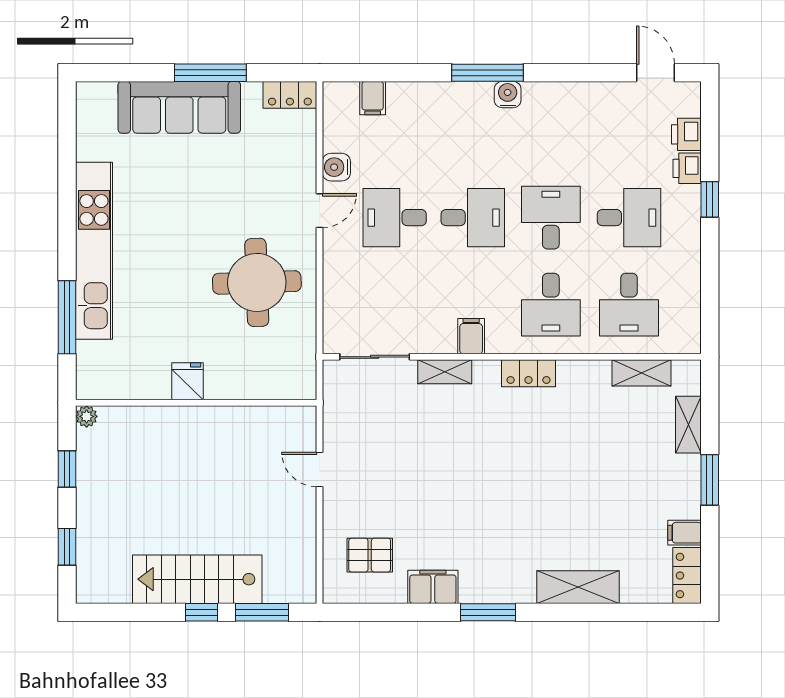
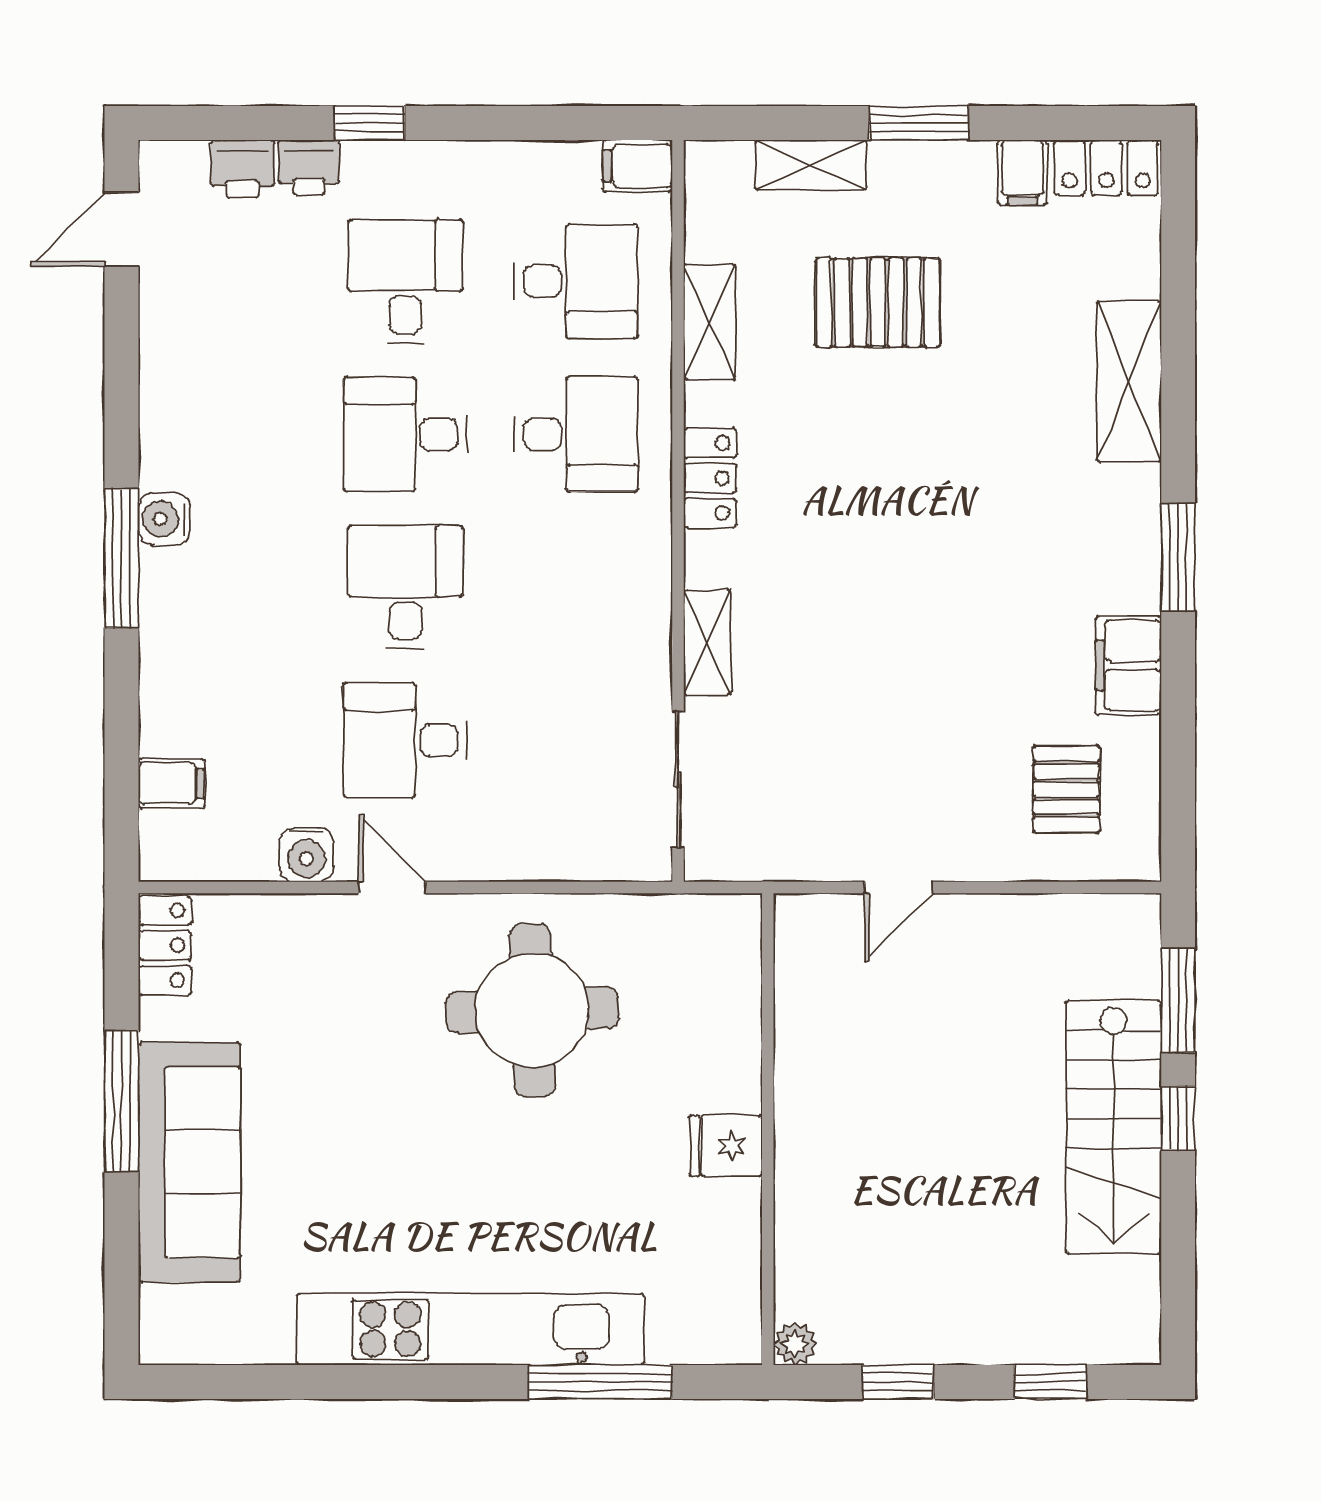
desk: (395, 218) -> (405, 740), turned 90
filing cabinet: (471, 336) -> (638, 166), moved
shelving: (642, 373) -> (710, 322), moved
pallet: (618, 459) -> (878, 303), added

